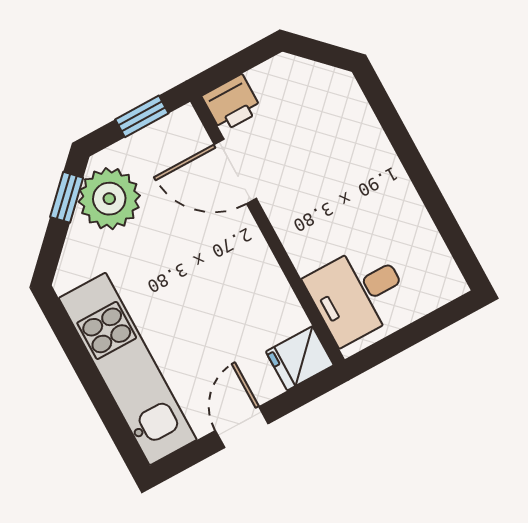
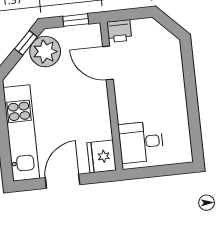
fridge: (300, 358) -> (102, 156), width x1.38
door: (242, 427) -> (63, 181), width x1.38

